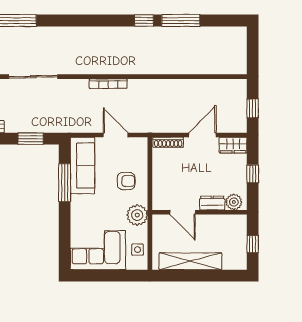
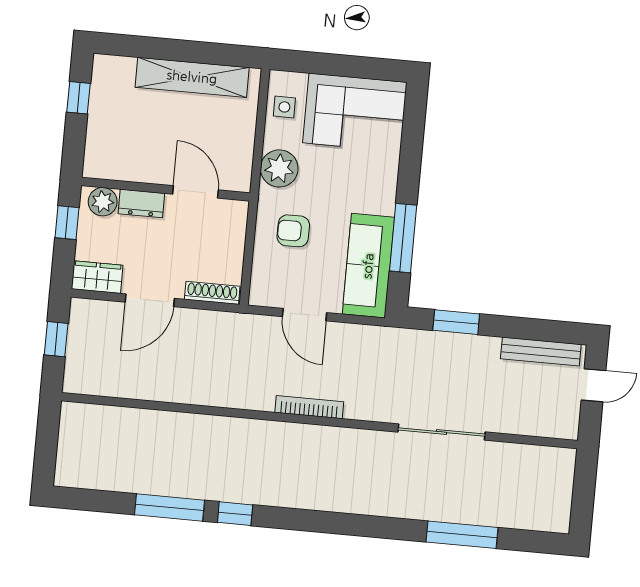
plant: (234, 202) -> (103, 202), moved
dresser: (212, 203) -> (141, 203), moved
door: (183, 212) -> (196, 192), moved
wall: (199, 212) -> (166, 189), moved

